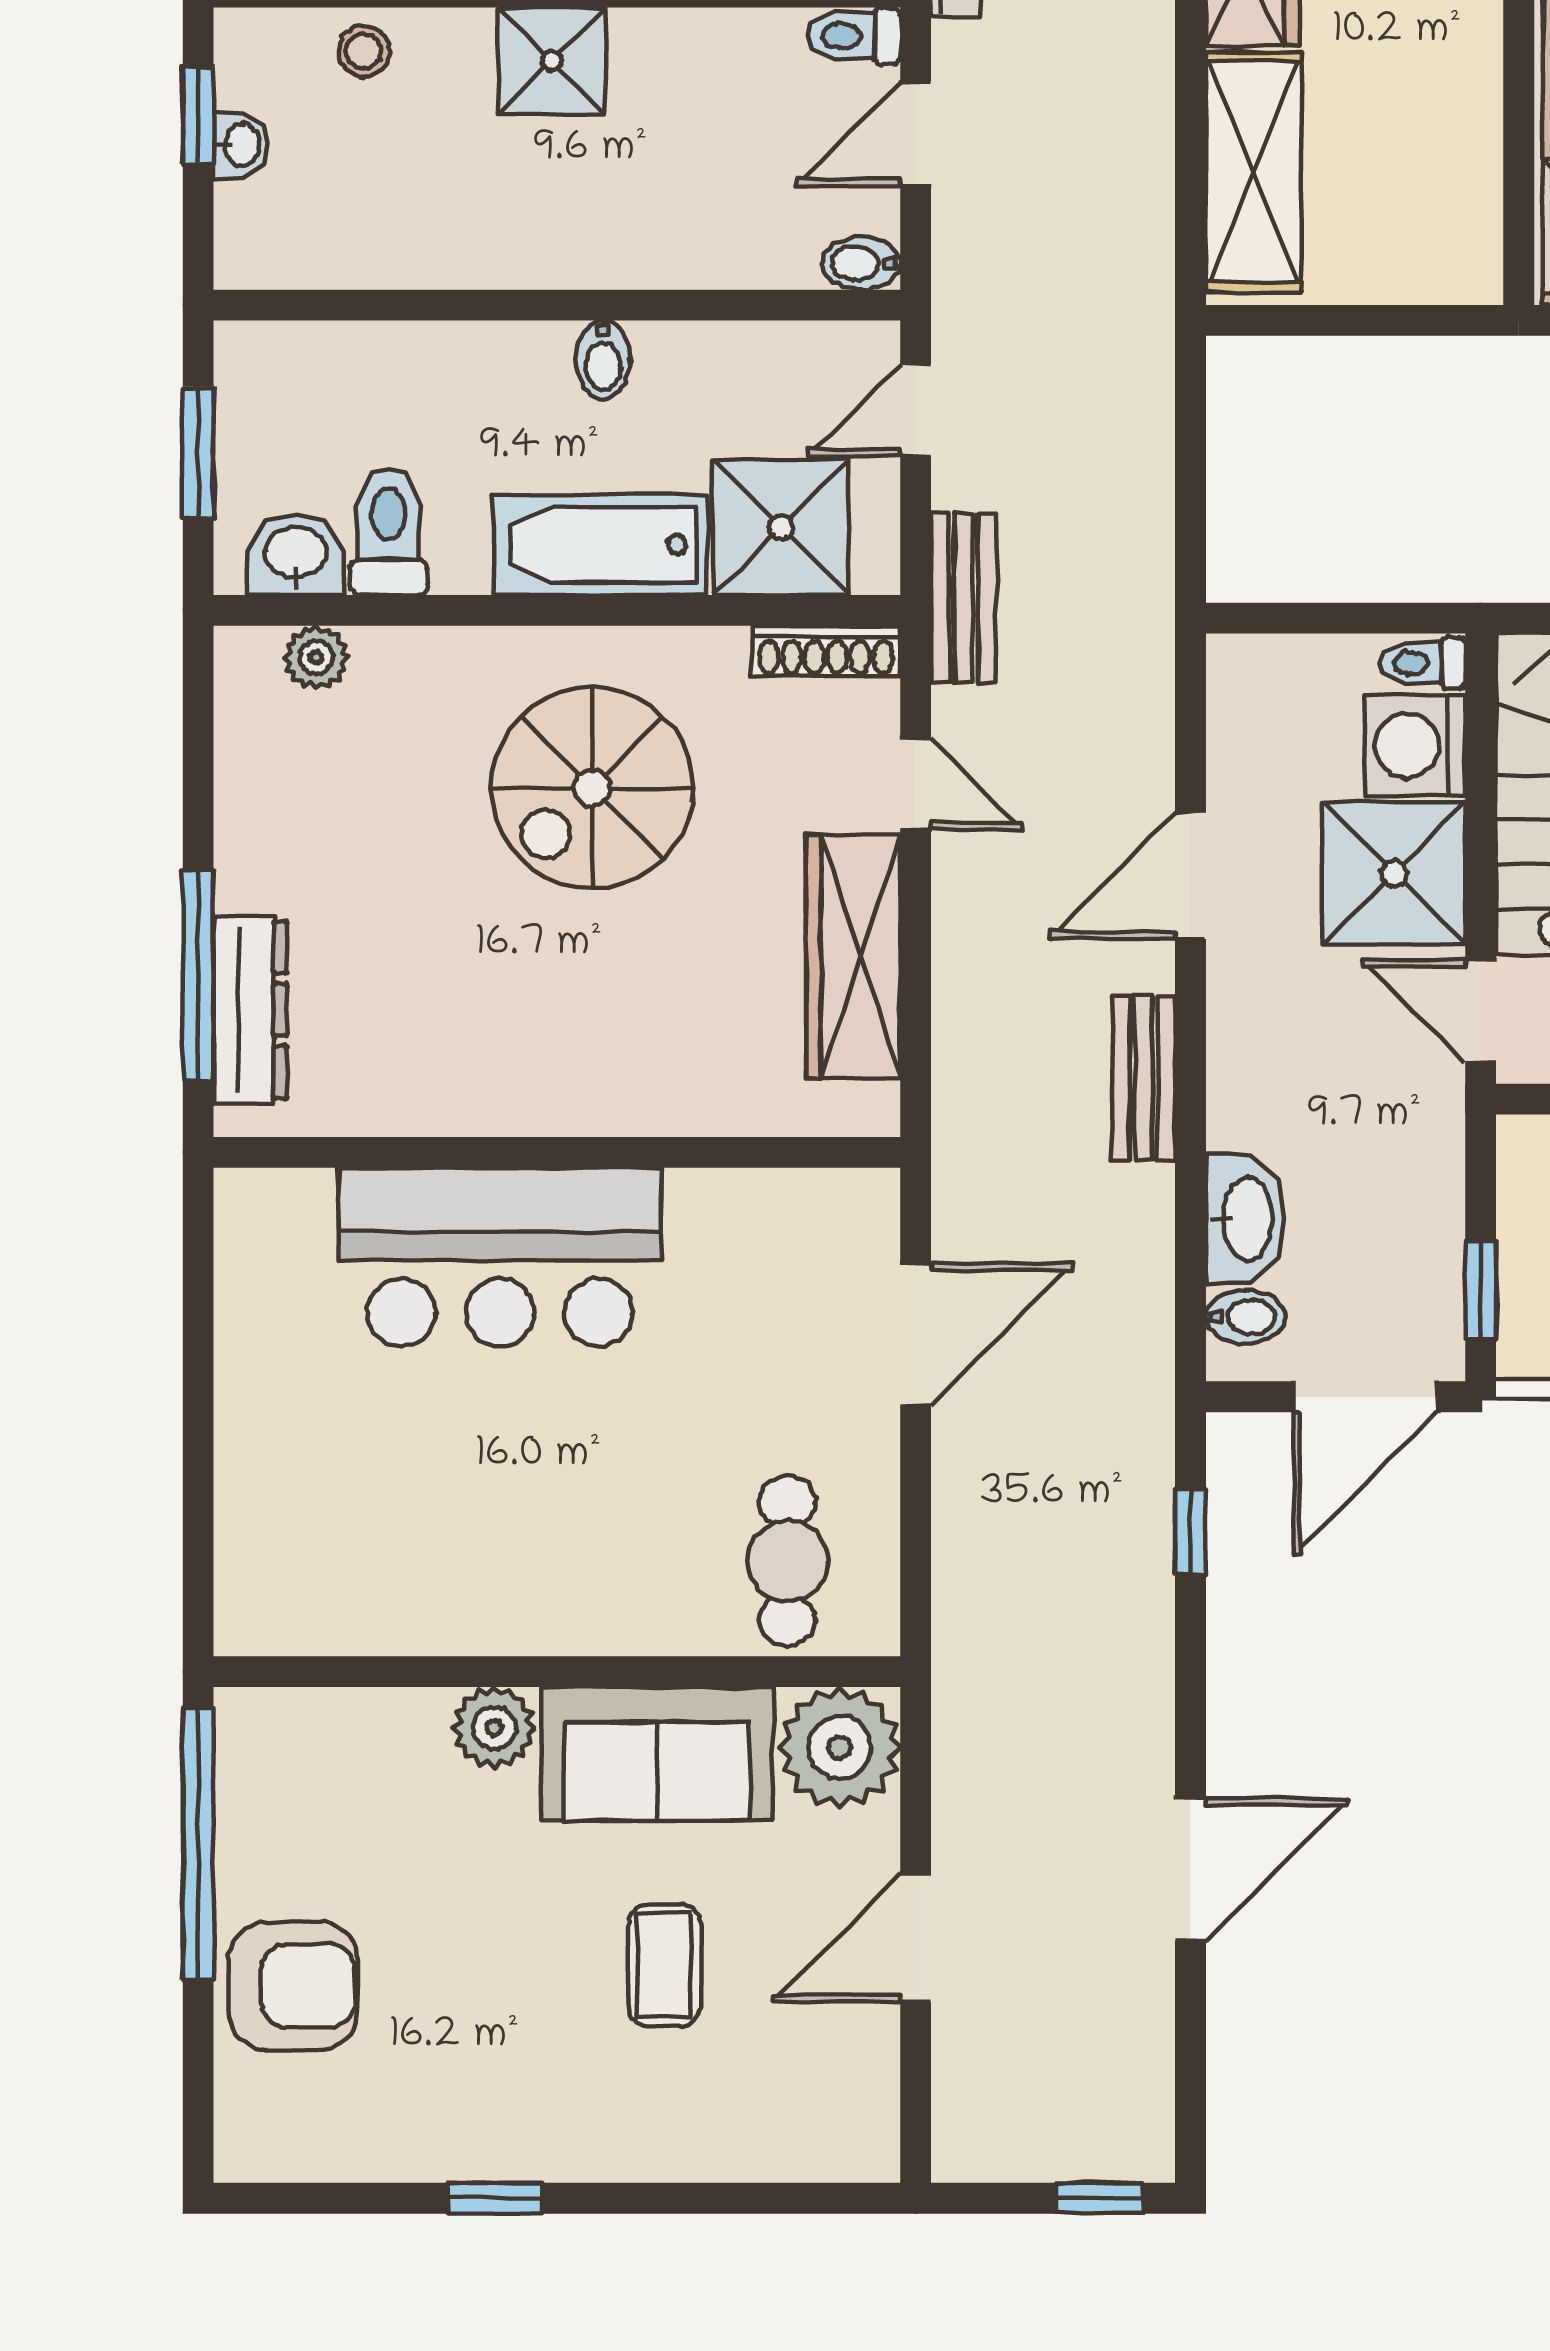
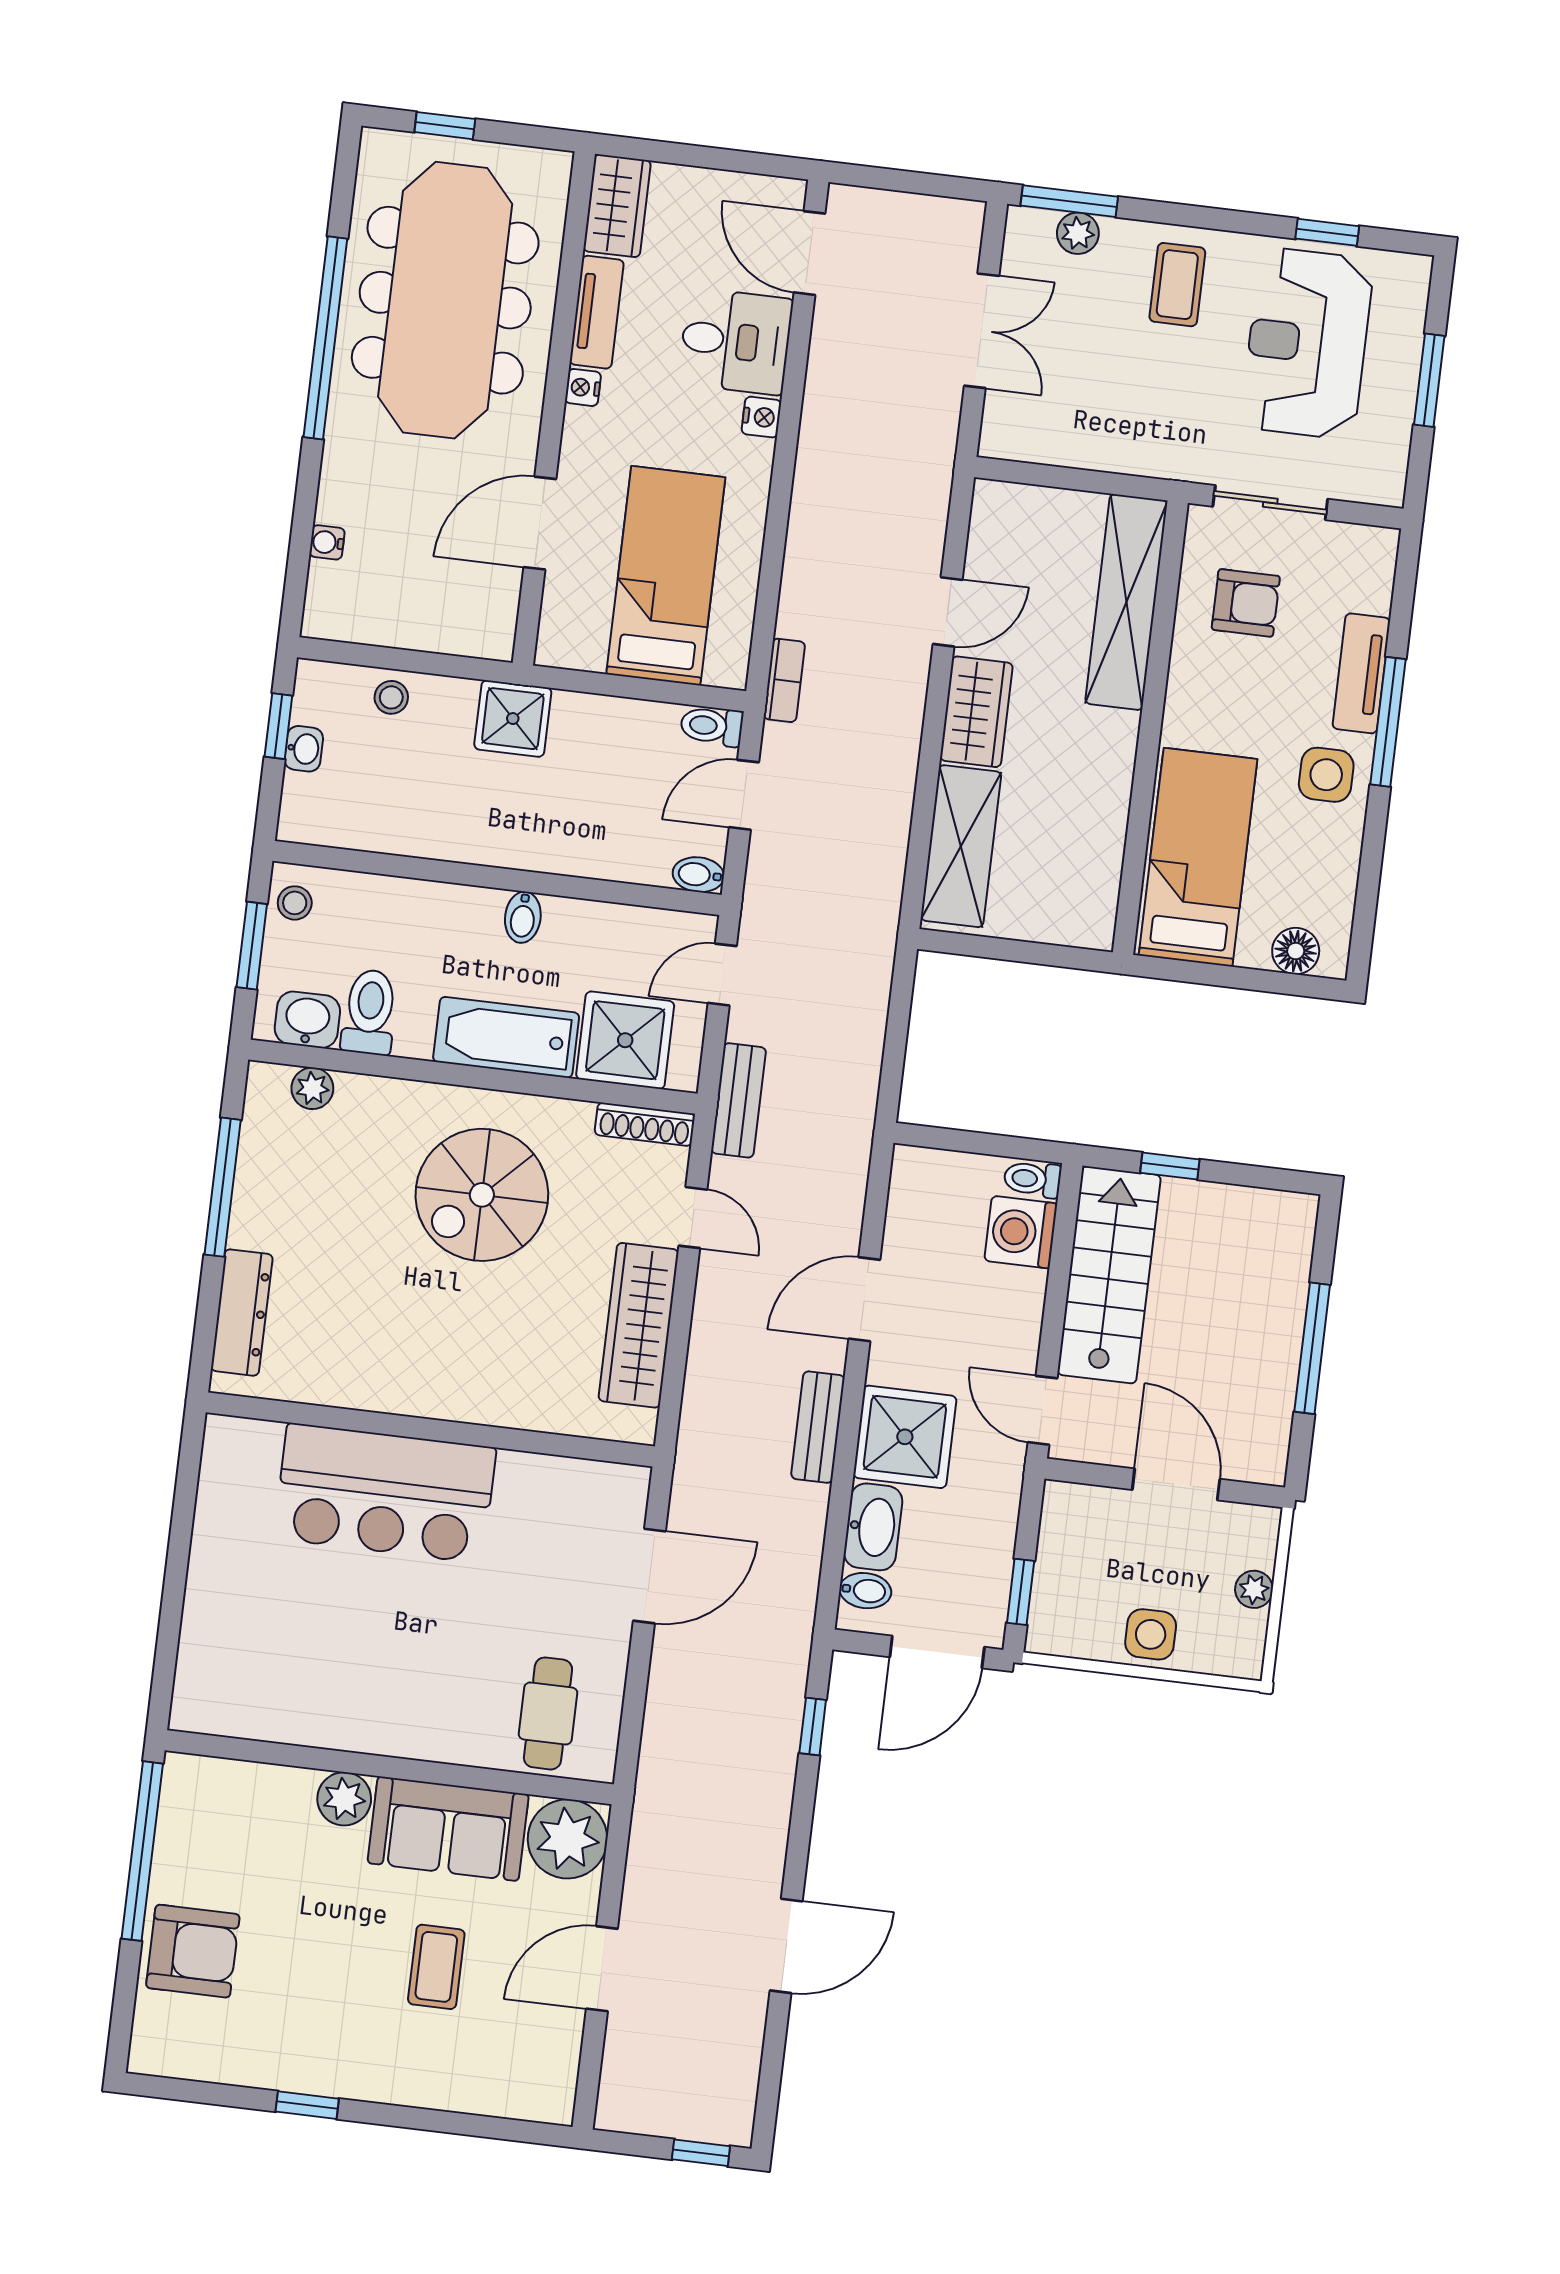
stool: (255, 380) -> (295, 903), added
shower: (1394, 873) -> (905, 1437), moved
window: (198, 975) -> (223, 1187), moved

